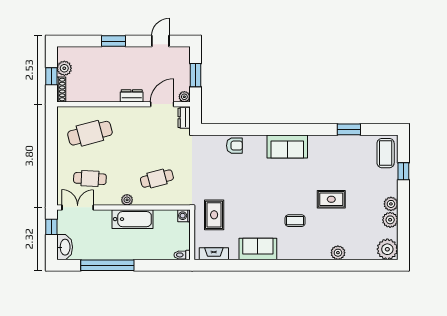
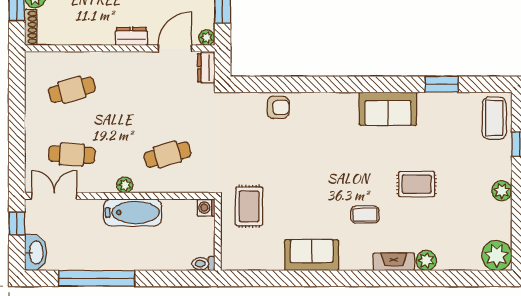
cafe table: (90, 133) -> (72, 90), width x0.73, depth x0.74
sofa: (287, 146) -> (388, 109), moved
plant: (390, 220) -> (501, 213), removed
fireplace: (214, 254) -> (394, 262), moved

